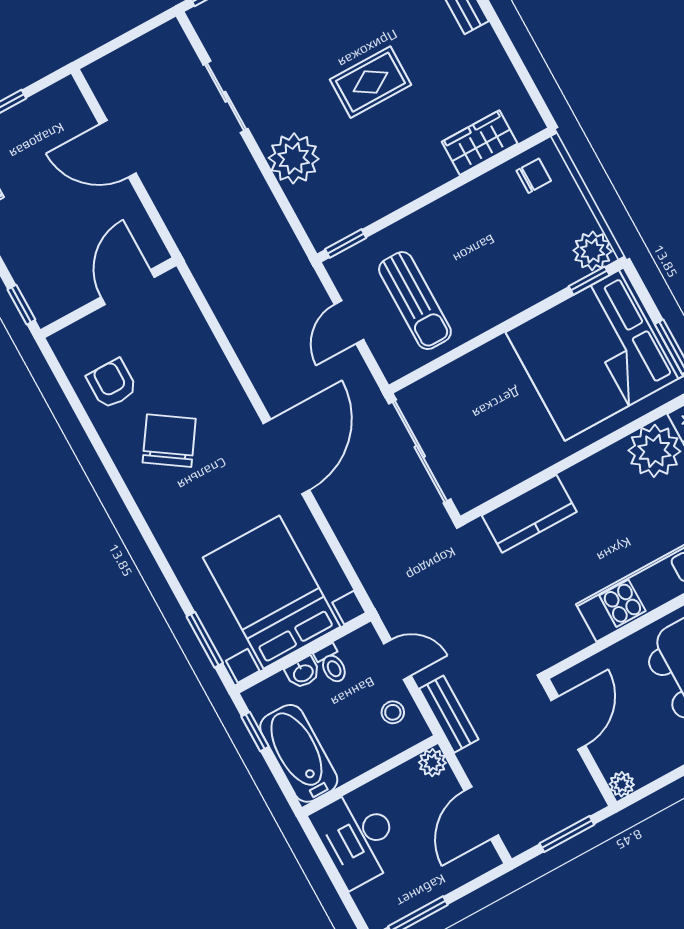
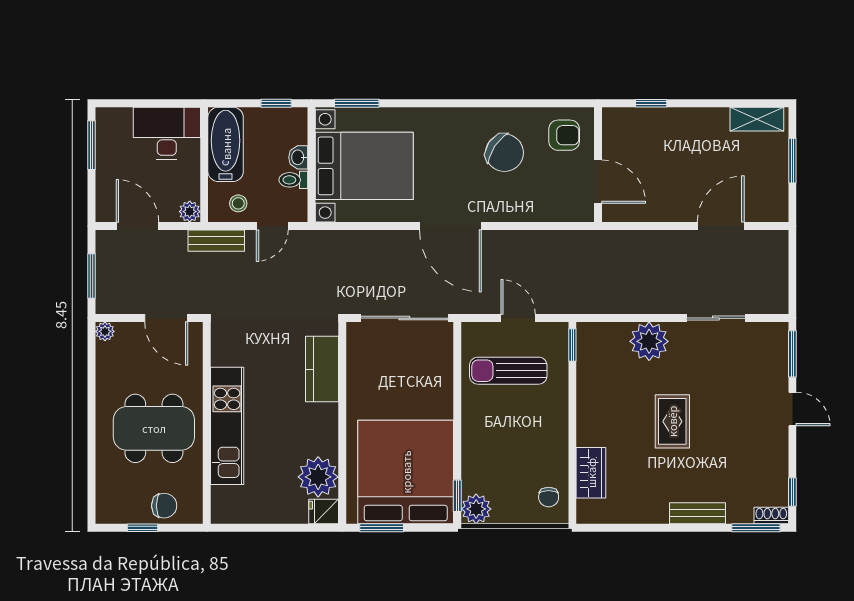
door: (128, 287) -> (598, 182), moved
wall: (108, 298) -> (598, 165), moved
bathtub: (299, 753) -> (226, 144), moved, turned -90

